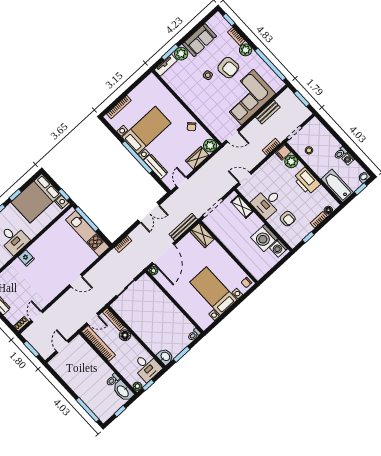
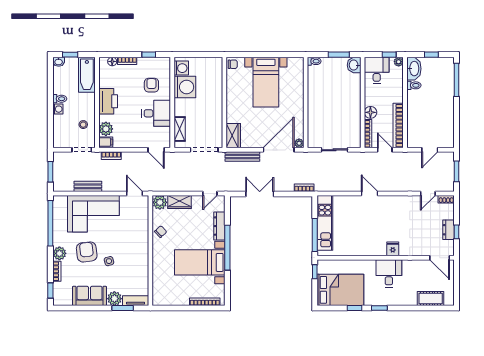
washing machine: (348, 159) -> (58, 109), moved
nightstand: (62, 202) -> (322, 268), removed

